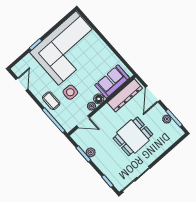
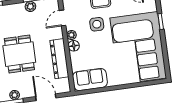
sofa: (112, 82) -> (90, 80), moved, turned -90
dresser: (125, 95) -> (59, 59), moved

